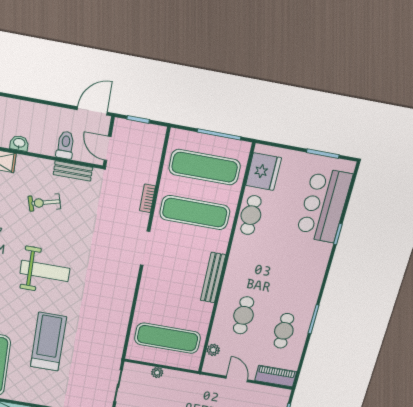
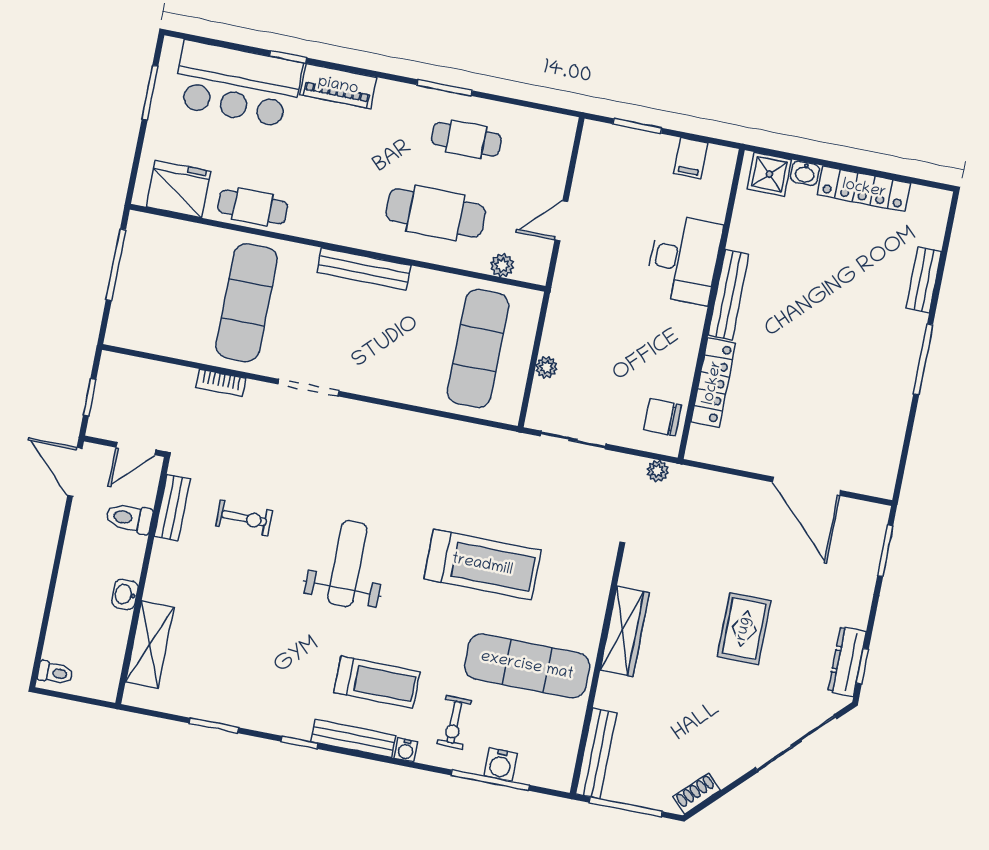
exercise mat: (205, 167) -> (169, 287), removed
exercise bike: (44, 203) -> (244, 518), moved, turned -75
cafe table: (243, 315) -> (436, 213), width x1.37, depth x1.35
treadmill: (48, 342) -> (482, 565), turned 180
piano: (276, 376) -> (338, 86), moved, turned -90

